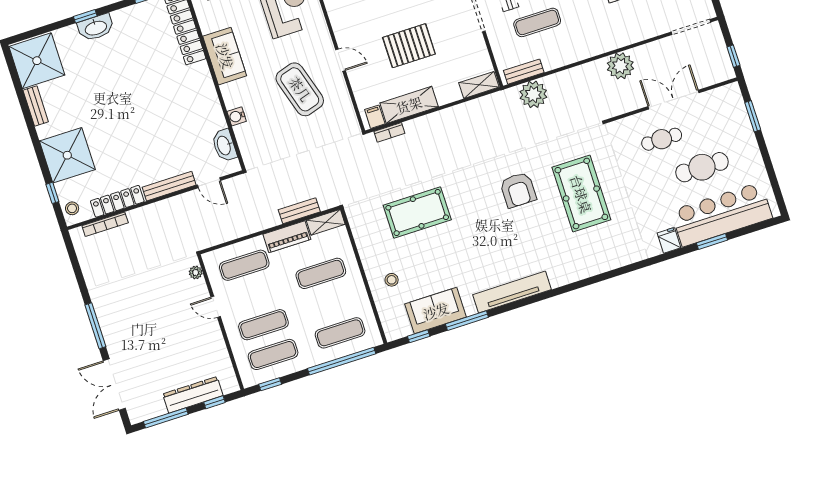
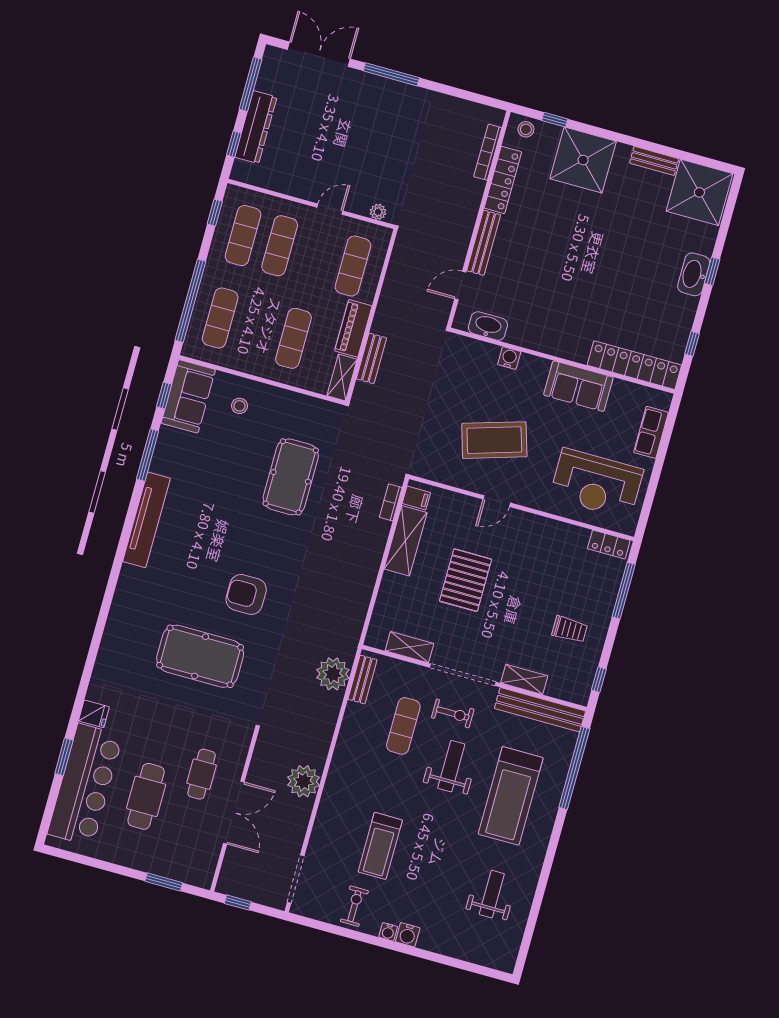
shelving: (479, 85) -> (409, 647), moved, turned 90
sofa: (436, 311) -> (188, 396), moved

